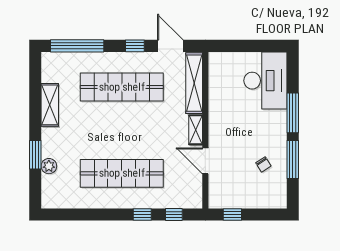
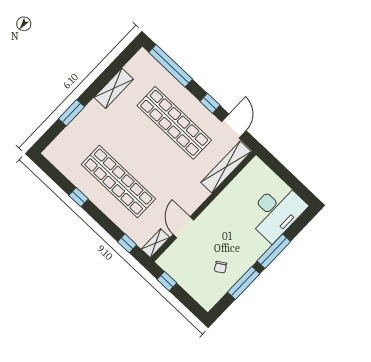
shelving: (196, 130) -> (156, 243), moved
plant: (49, 166) -> (73, 129), removed
window: (142, 215) -> (79, 197), moved

